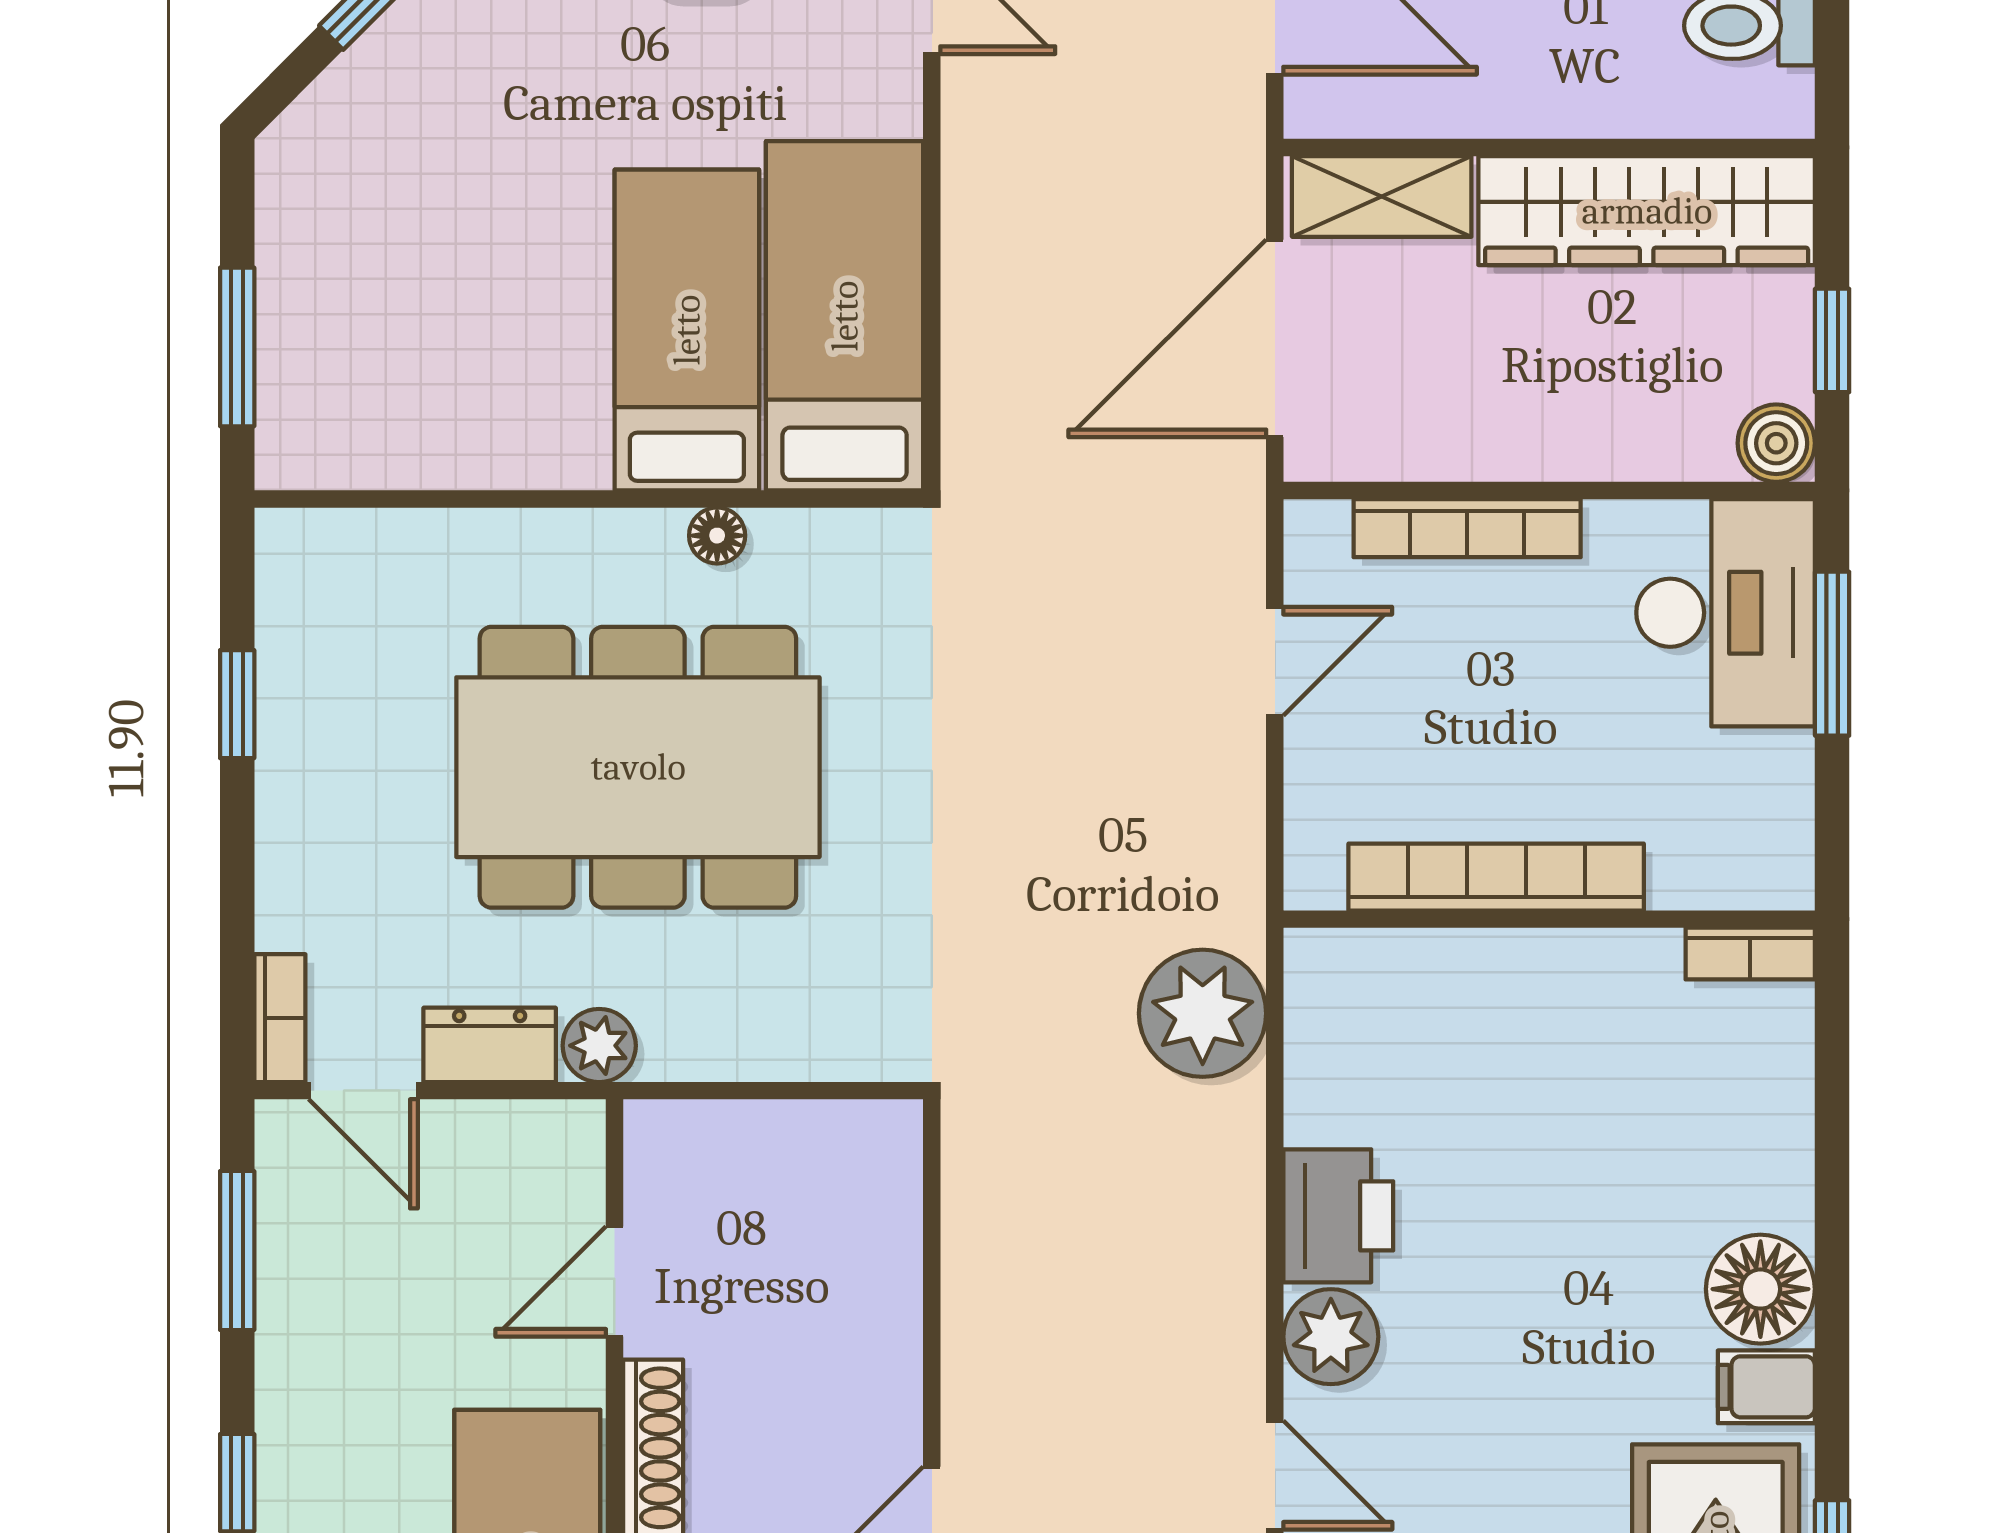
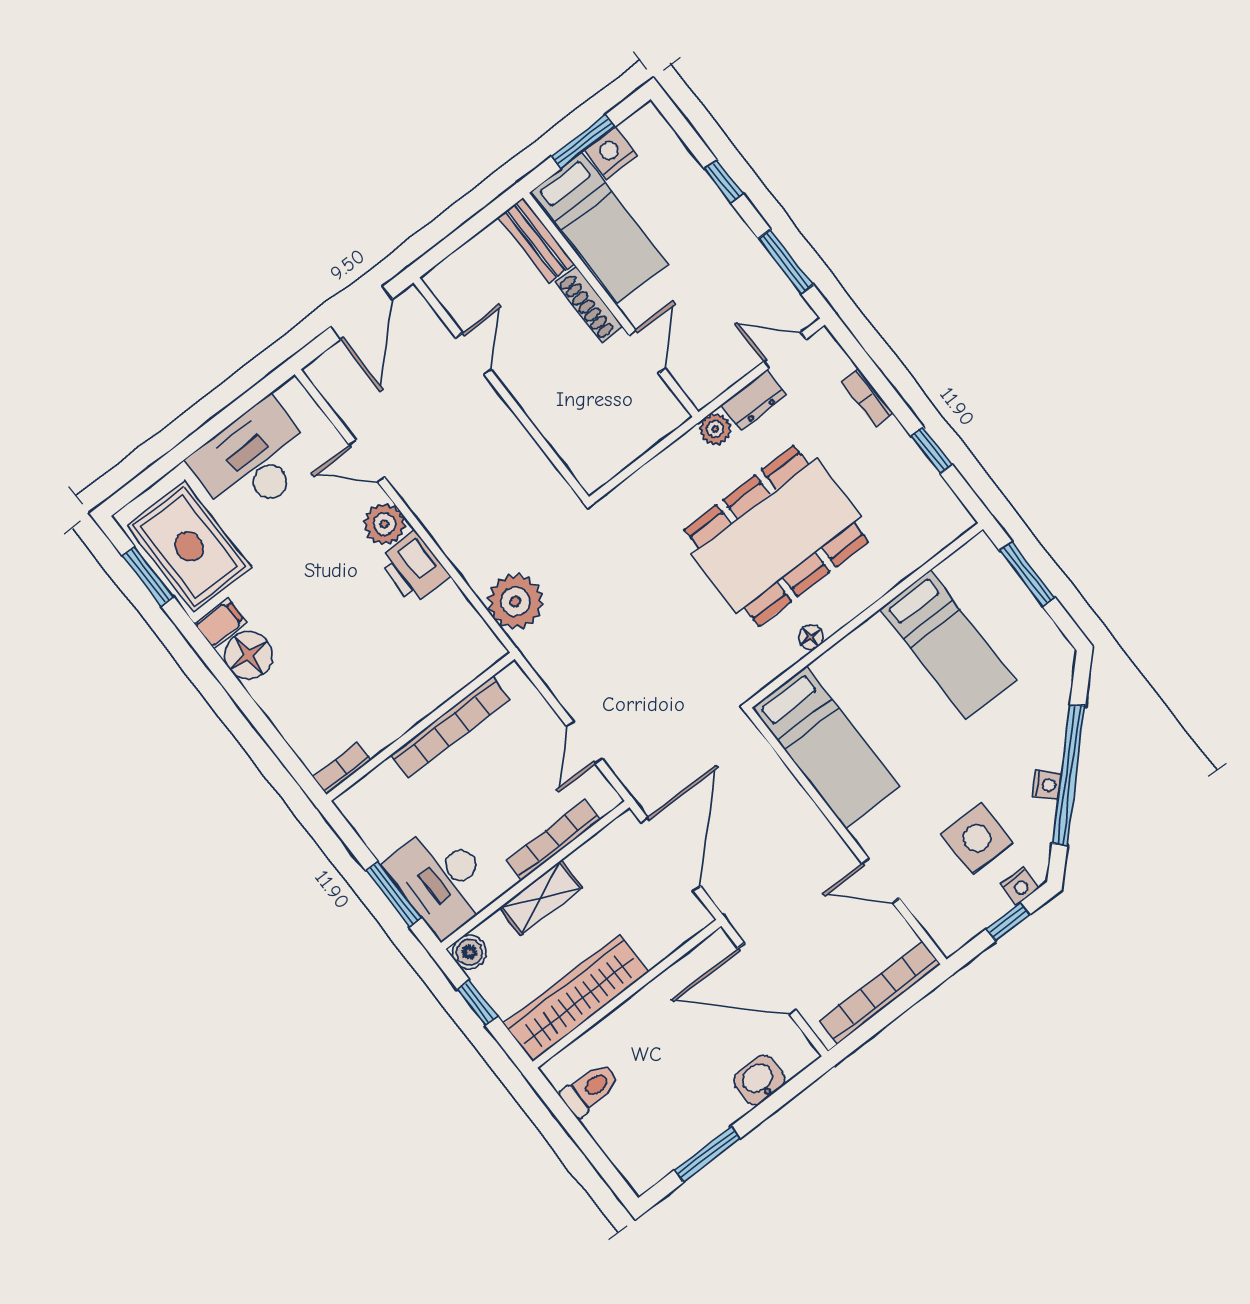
shelving: (1382, 196) -> (541, 898), moved
bed: (687, 330) -> (948, 645), moved
bookcase: (280, 1018) -> (867, 397), moved

